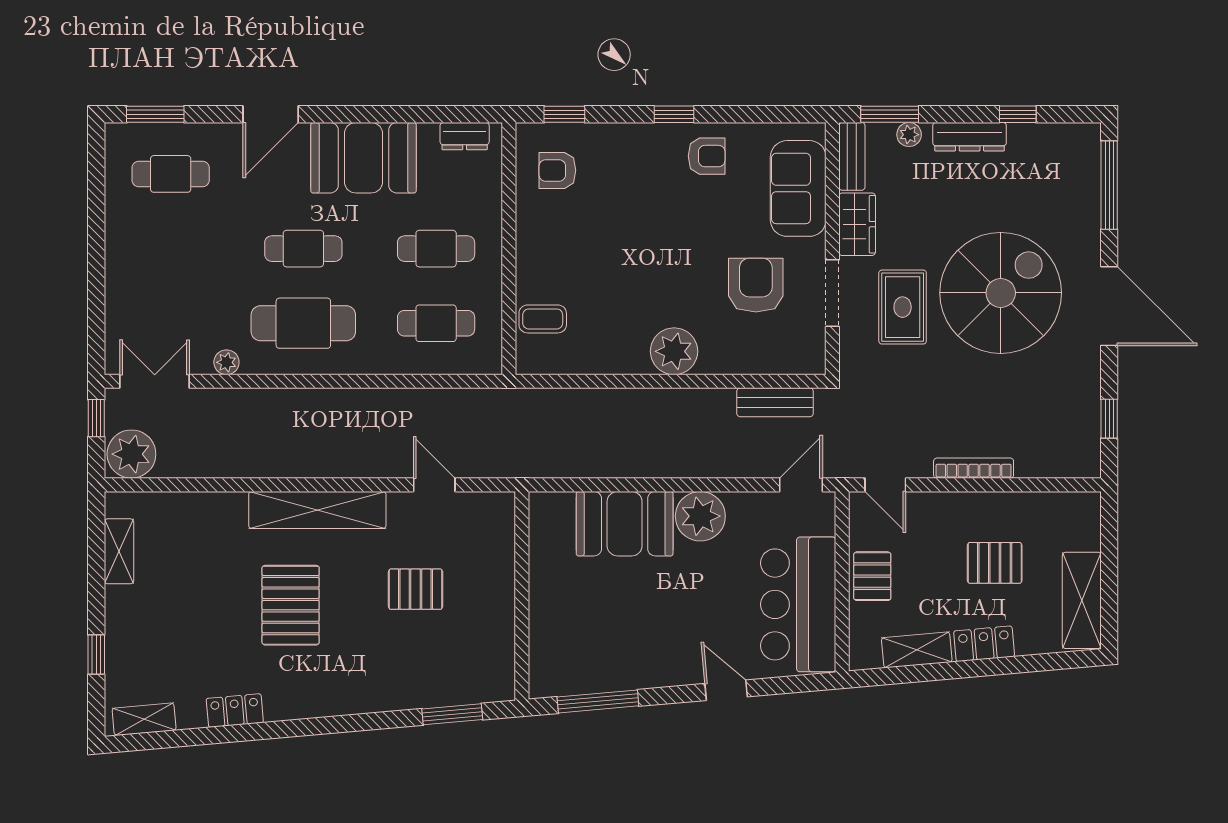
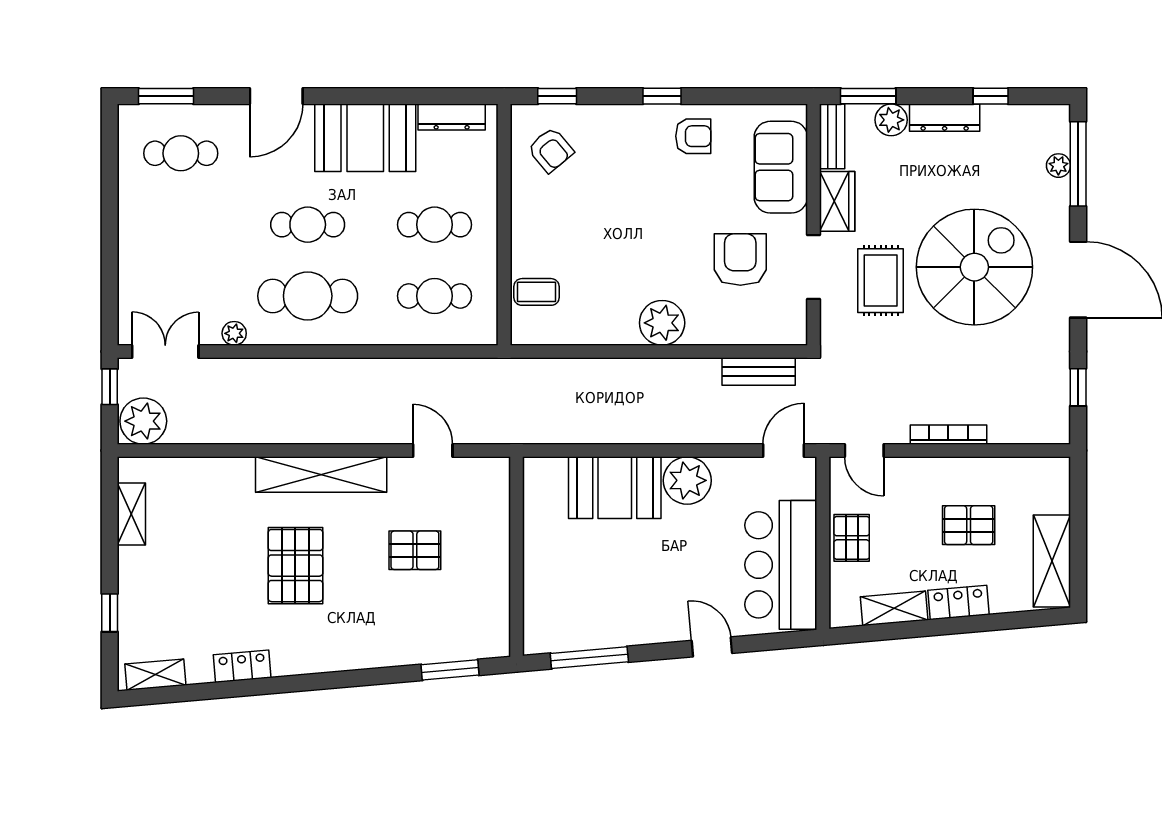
plant: (909, 135) -> (891, 120), width x1.38, depth x1.38
dresser: (465, 136) -> (452, 117), width x1.44
armchair: (557, 170) -> (551, 150), turned -130
plant: (1089, 187) -> (1058, 166), added

